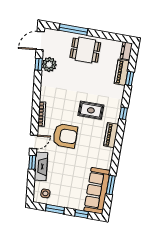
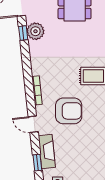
door: (34, 142) -> (33, 124), swing flipped
window: (32, 162) -> (37, 163), moved

